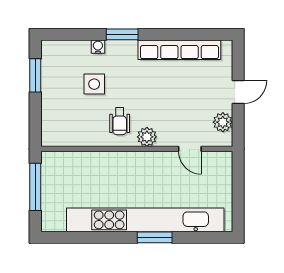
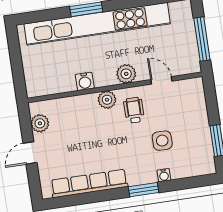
door: (190, 149) -> (161, 80), moved
water cooler: (168, 160) -> (85, 81), added
plant: (122, 162) -> (126, 74), added

